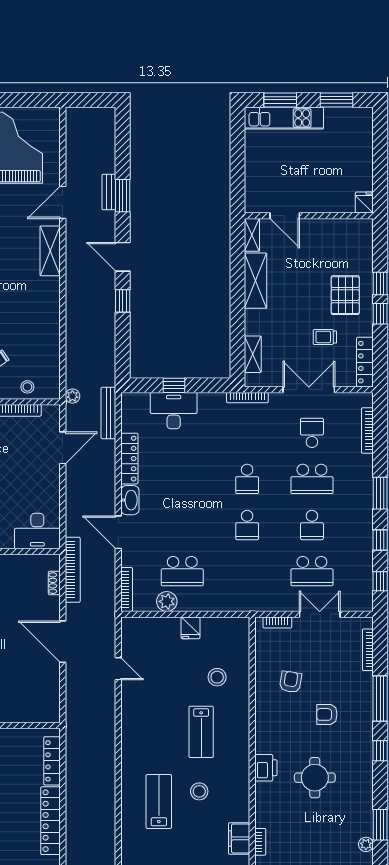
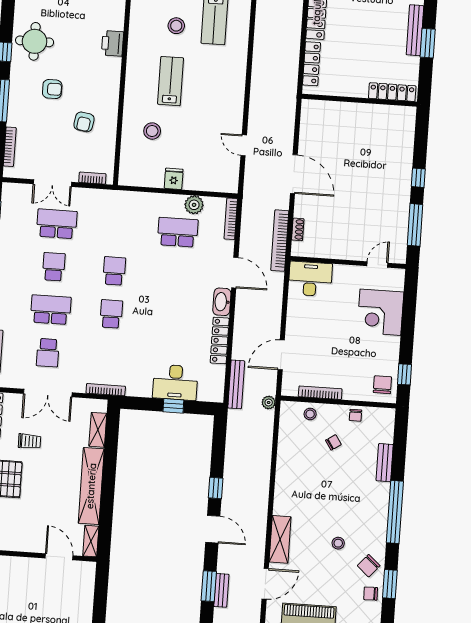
shelving: (256, 281) -> (91, 486), width x1.47
round table: (315, 778) -> (35, 41), moved

